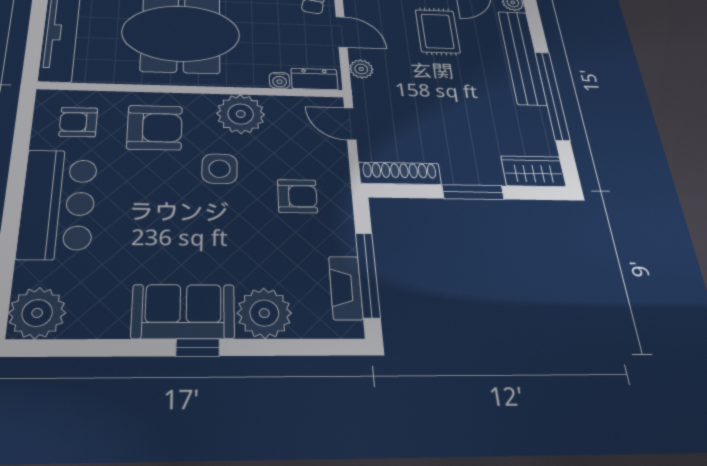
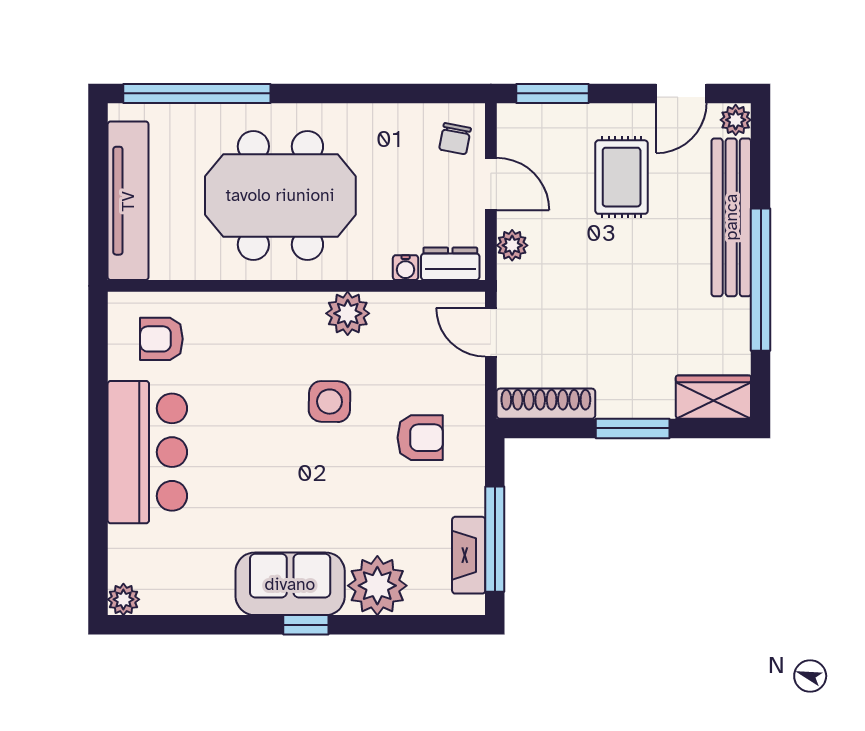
plant: (241, 114) -> (348, 313), width x0.73, depth x0.73
armchair: (155, 128) -> (252, 345), removed
plant: (37, 313) -> (123, 599), width x0.53, depth x0.53

